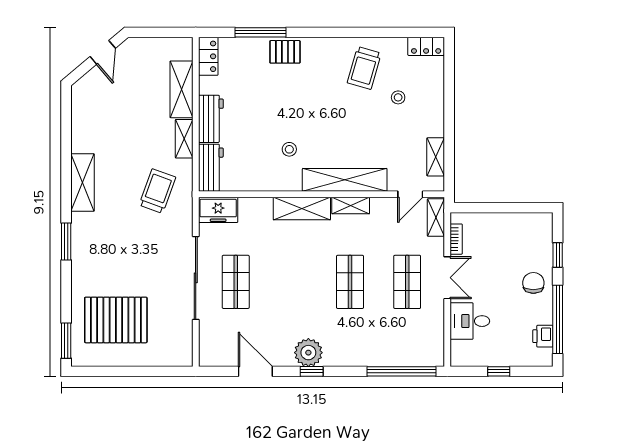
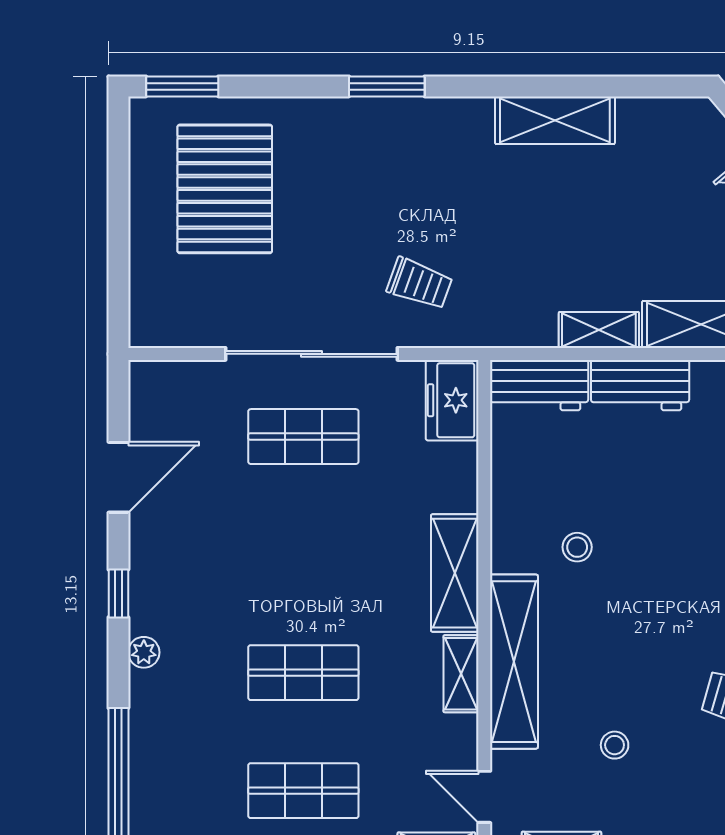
stool: (398, 97) -> (615, 745), moved
shelving: (83, 182) -> (555, 120), moved
trolley: (157, 191) -> (419, 284), moved, width x0.73, depth x0.72
plant: (308, 353) -> (144, 652), moved, width x0.53, depth x0.53

